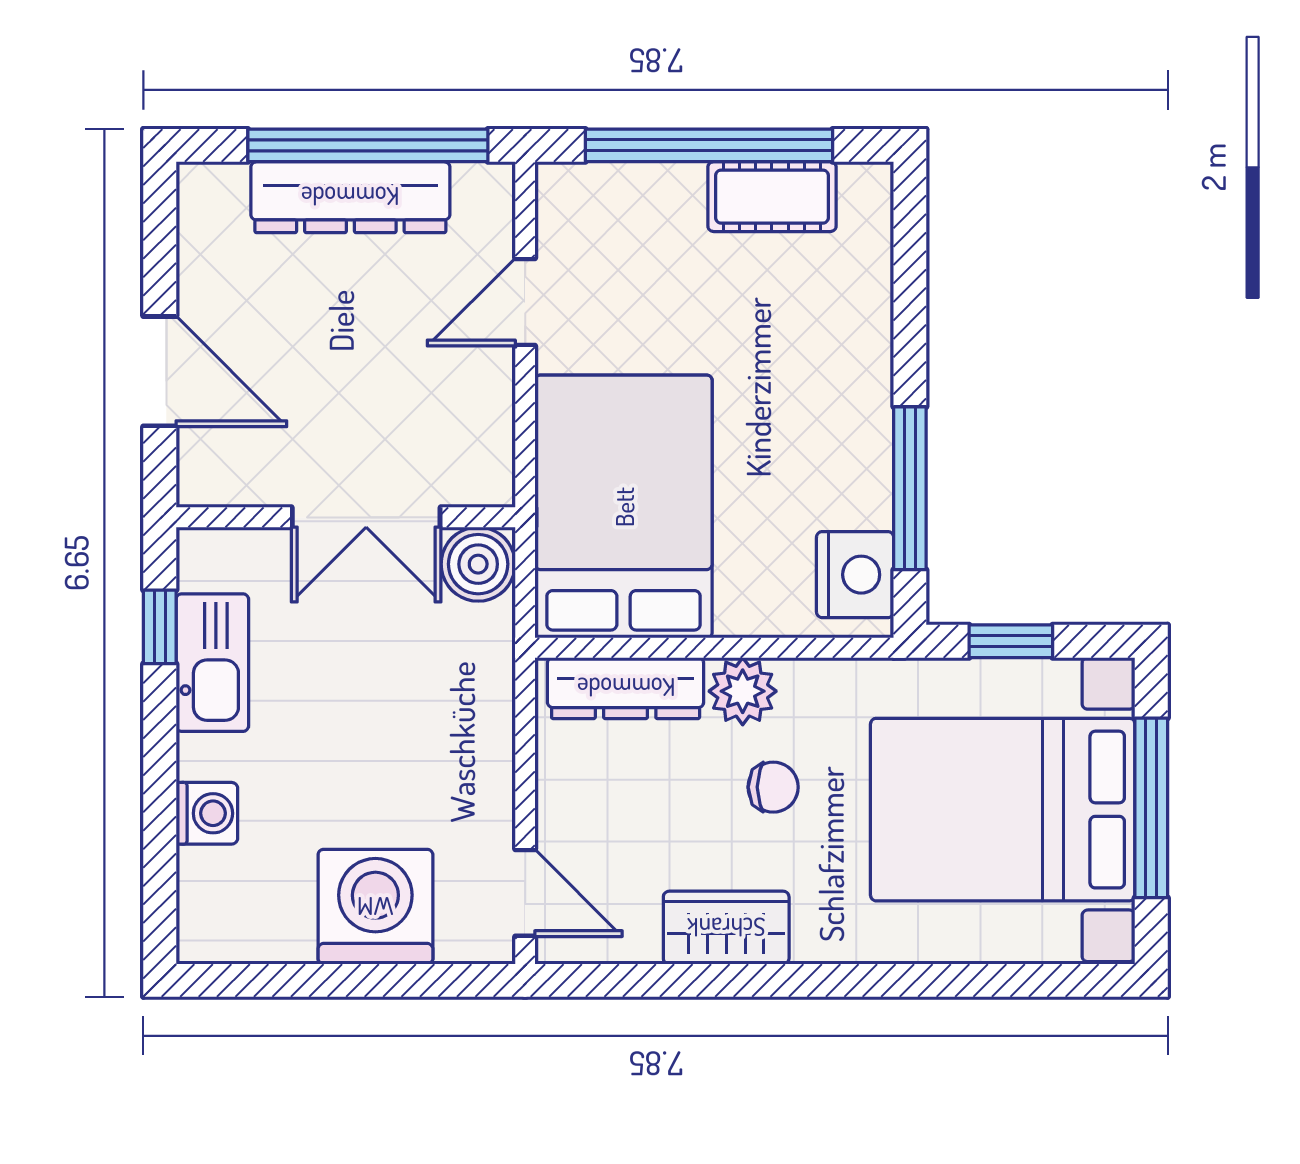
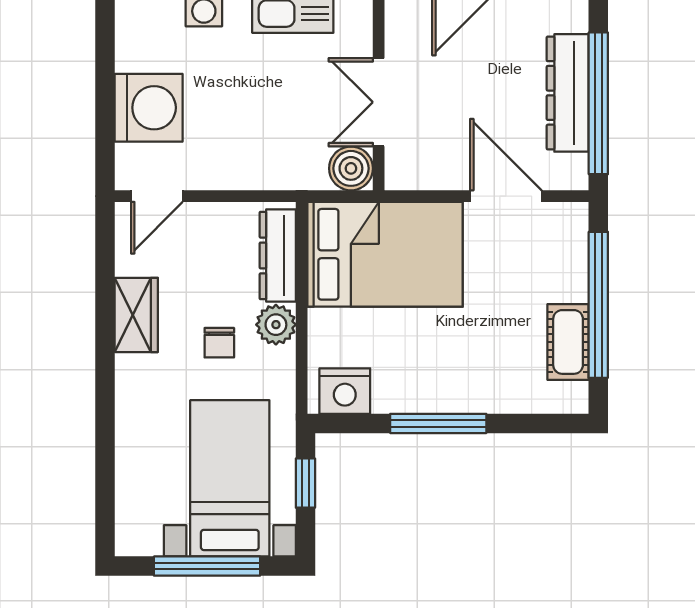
door: (525, 302) -> (506, 196), width x1.38
window: (910, 488) -> (438, 423), moved
bed with nightstands: (1003, 810) -> (230, 478), width x0.73

